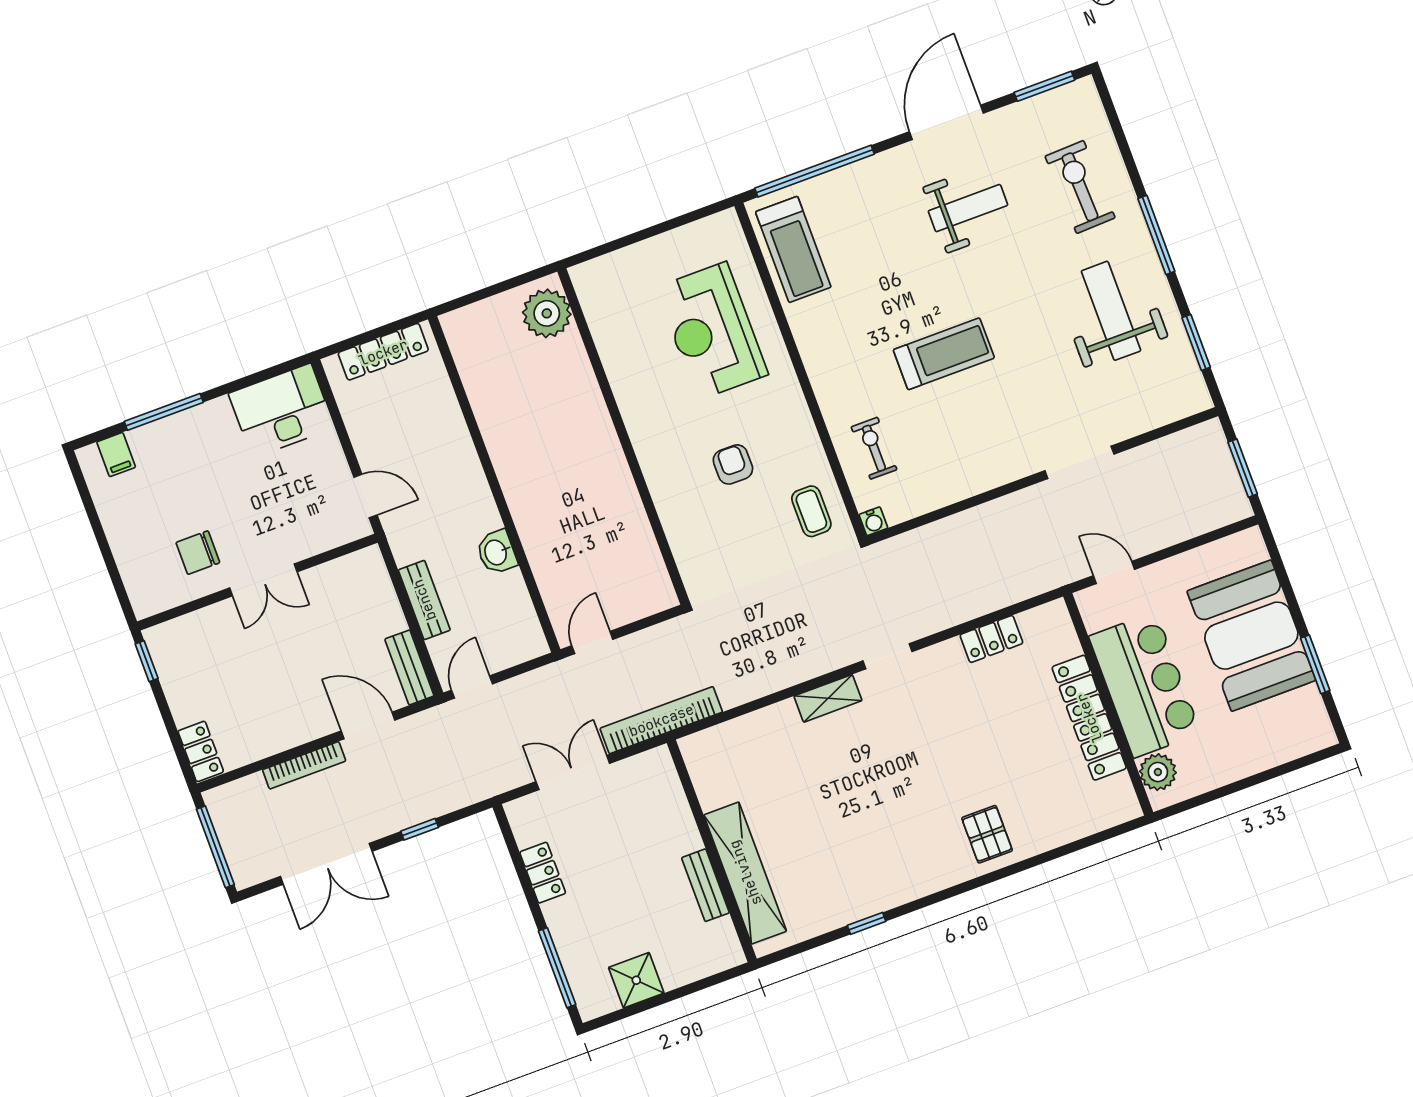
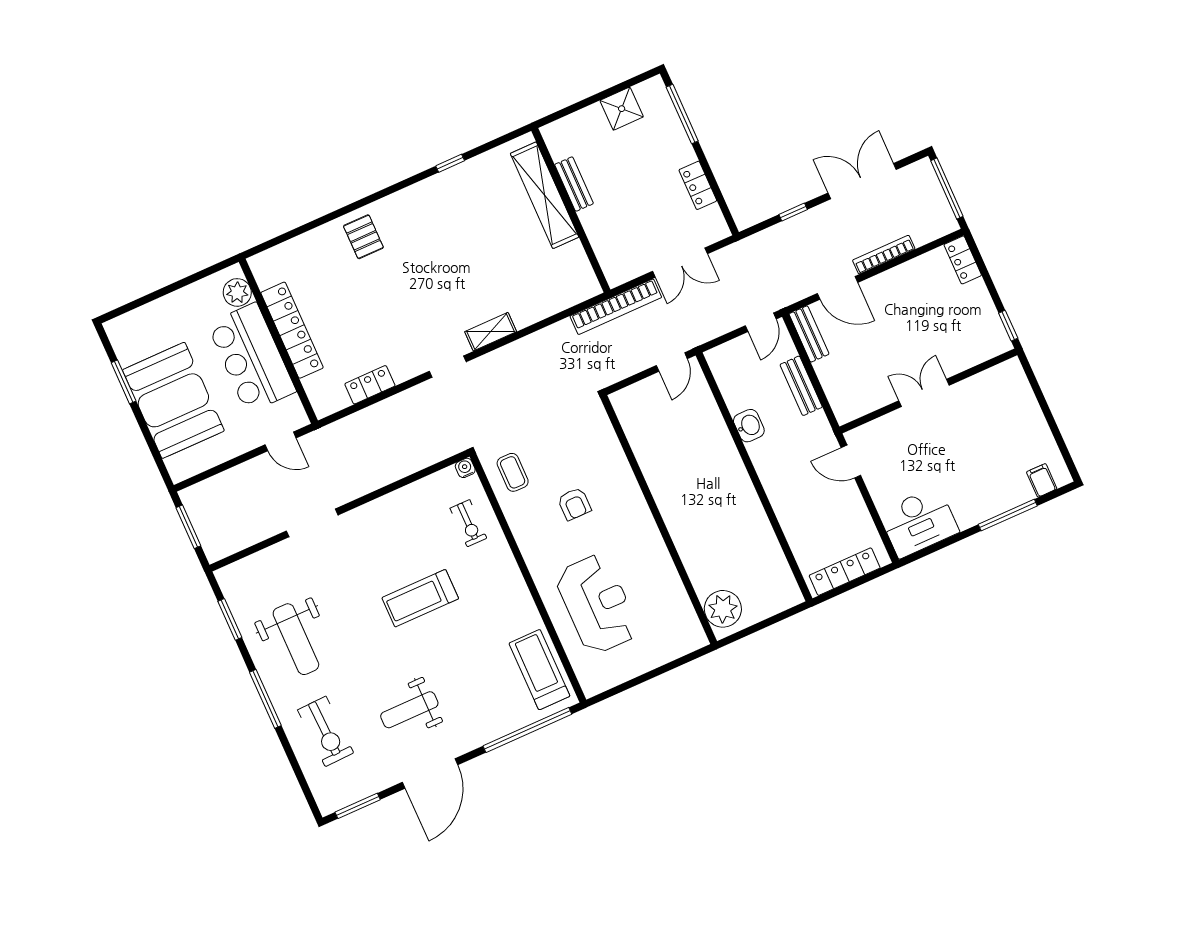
chair: (198, 553) -> (975, 410), removed

